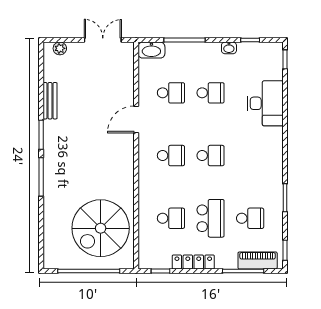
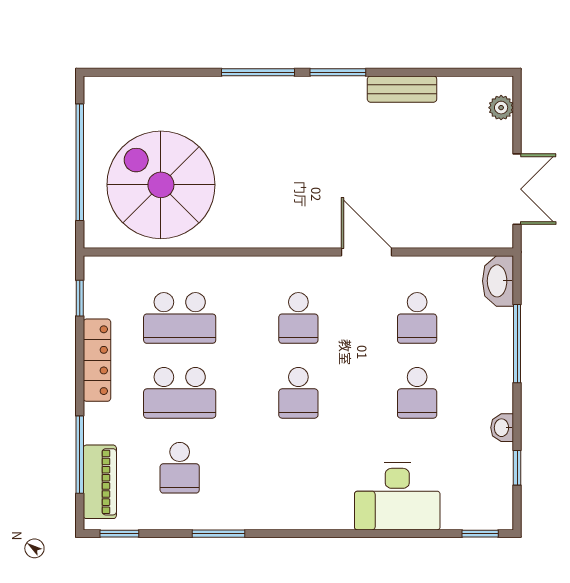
school desk: (171, 218) -> (180, 318), width x1.85

